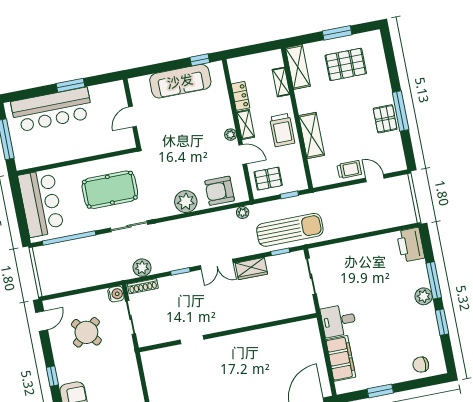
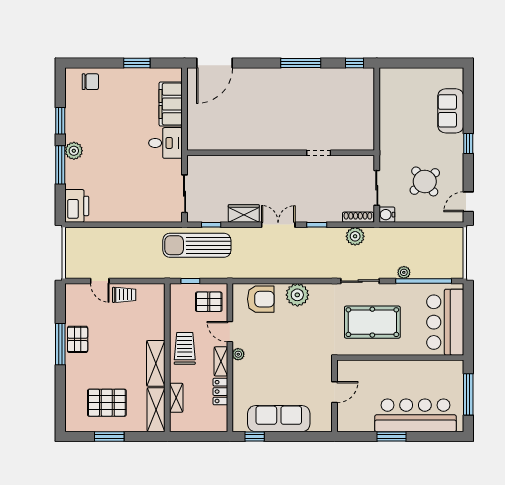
shelving: (312, 135) -> (156, 363), moved
trolley: (349, 169) -> (124, 295), turned 180
plant: (243, 213) -> (404, 272), moved

